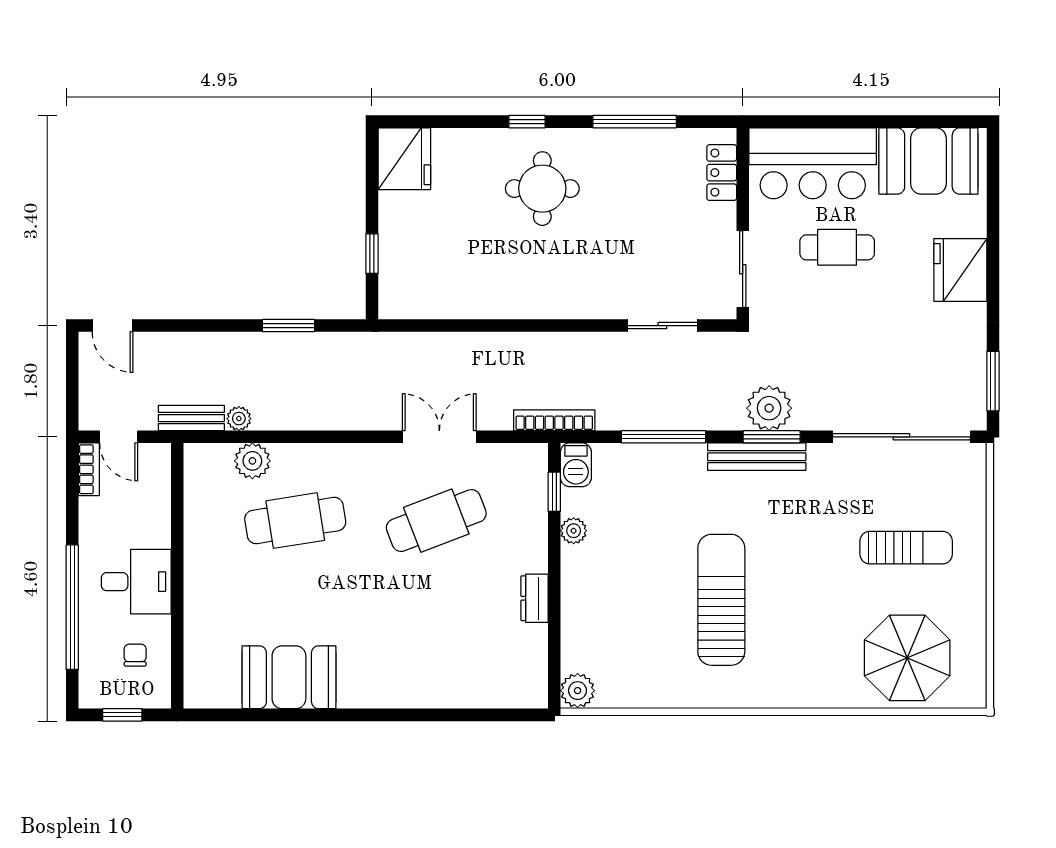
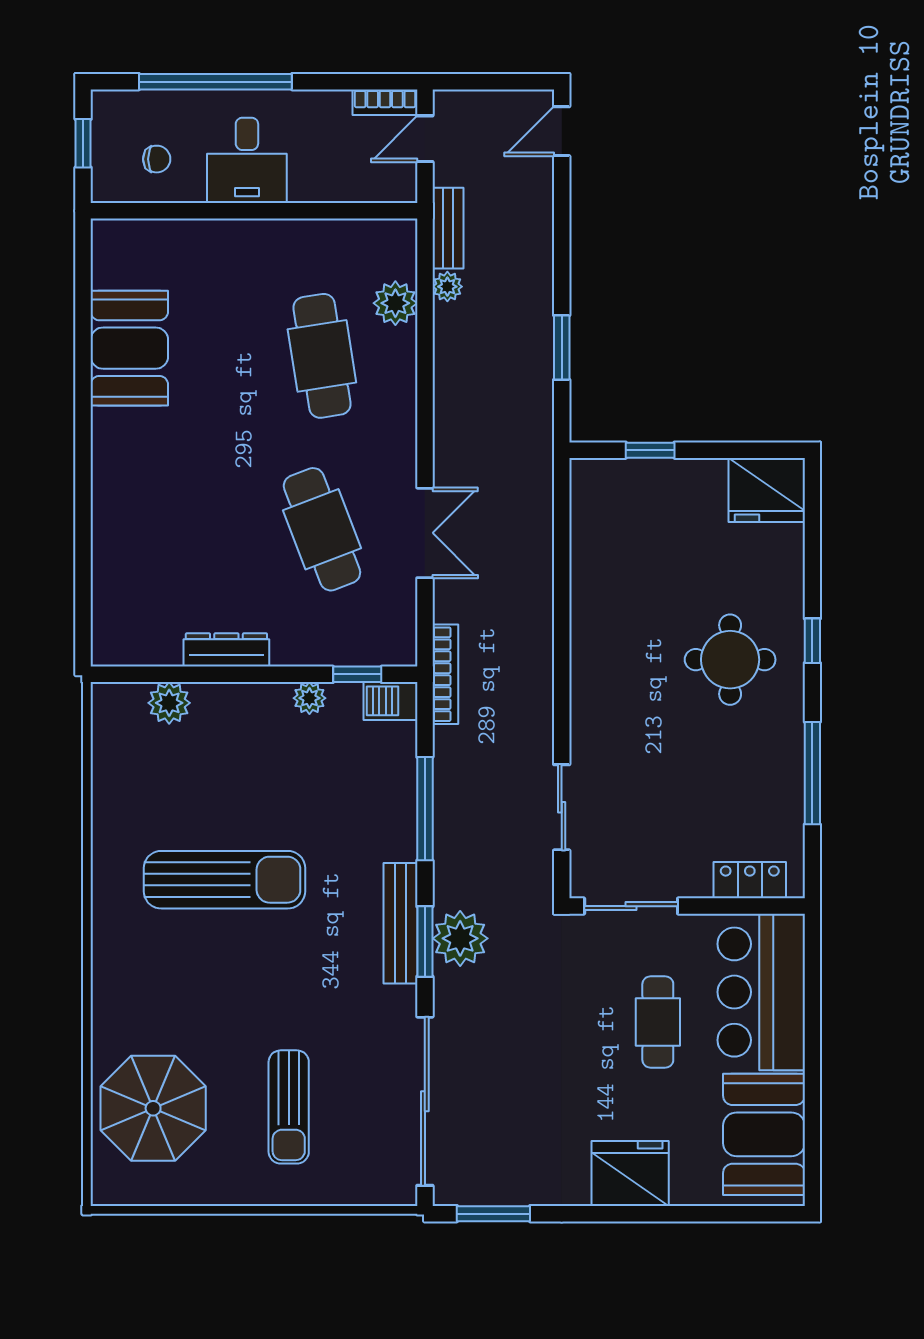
dresser: (534, 598) -> (226, 650), width x1.44
plant: (578, 691) -> (169, 703), moved

